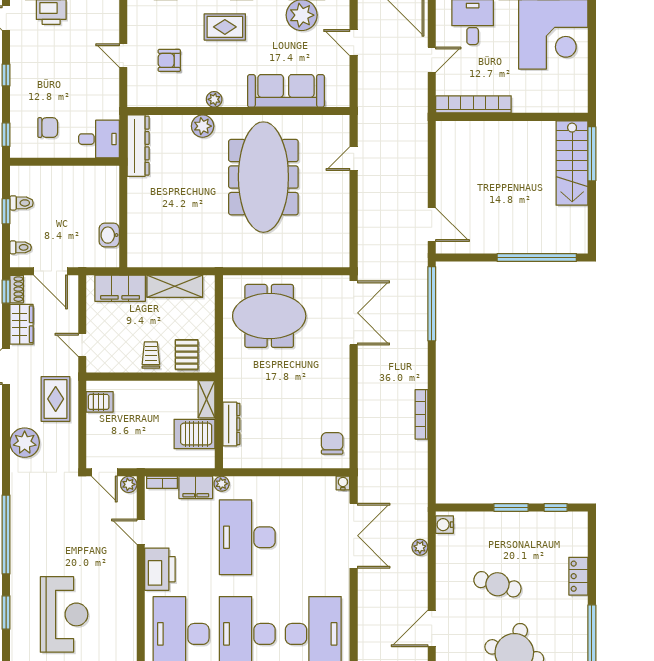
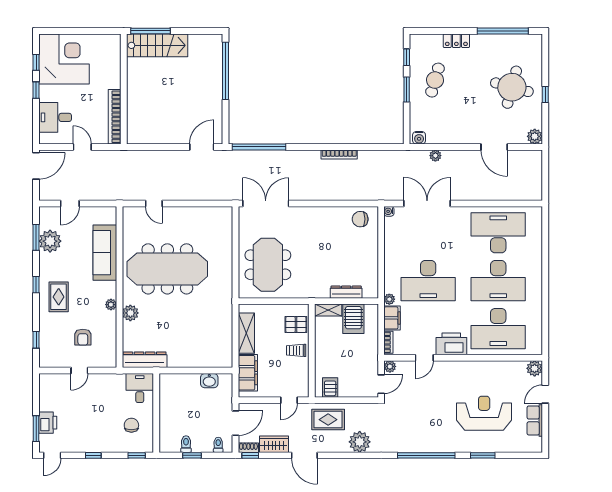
cafe table: (497, 584) -> (435, 80), moved

